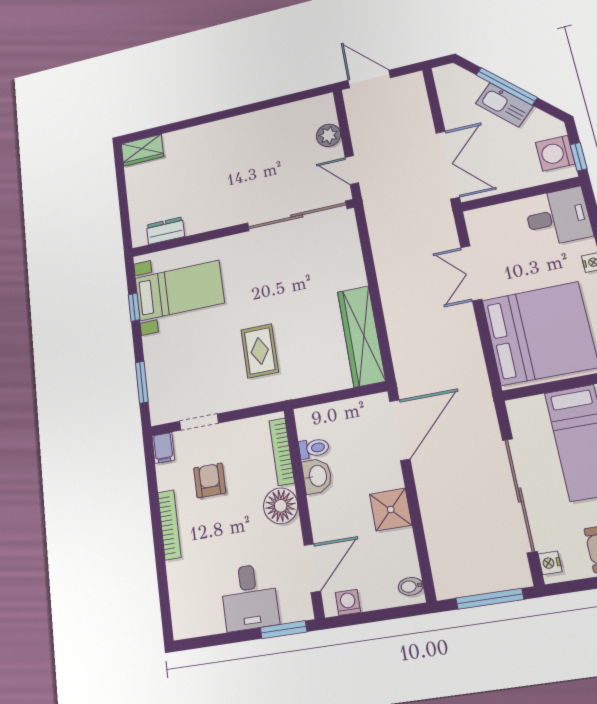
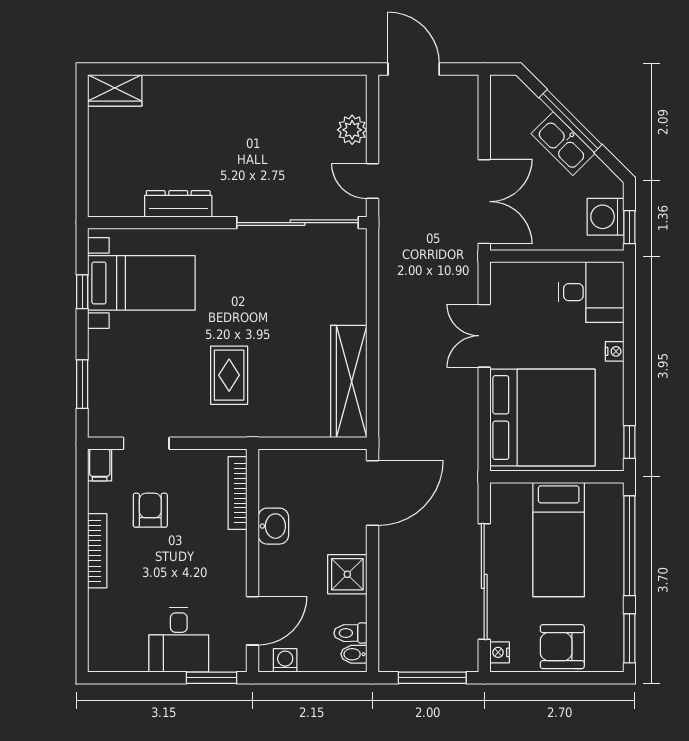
dresser: (165, 231) -> (178, 204), moved, width x1.44
toilet: (314, 448) -> (350, 633), moved, turned 180
floor lamp: (281, 506) -> (228, 551), removed

